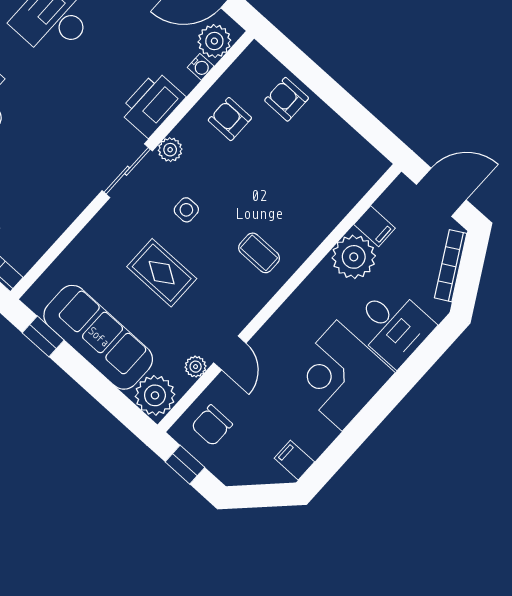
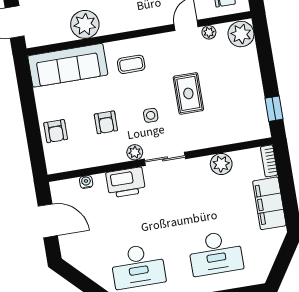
plant: (214, 41) -> (221, 164), moved
armchair: (230, 119) -> (106, 122), moved
filing cabinet: (375, 226) -> (62, 32), removed
coffee table: (259, 253) -> (131, 64), turned 90
sofa: (98, 337) -> (68, 65), moved, turned -90

